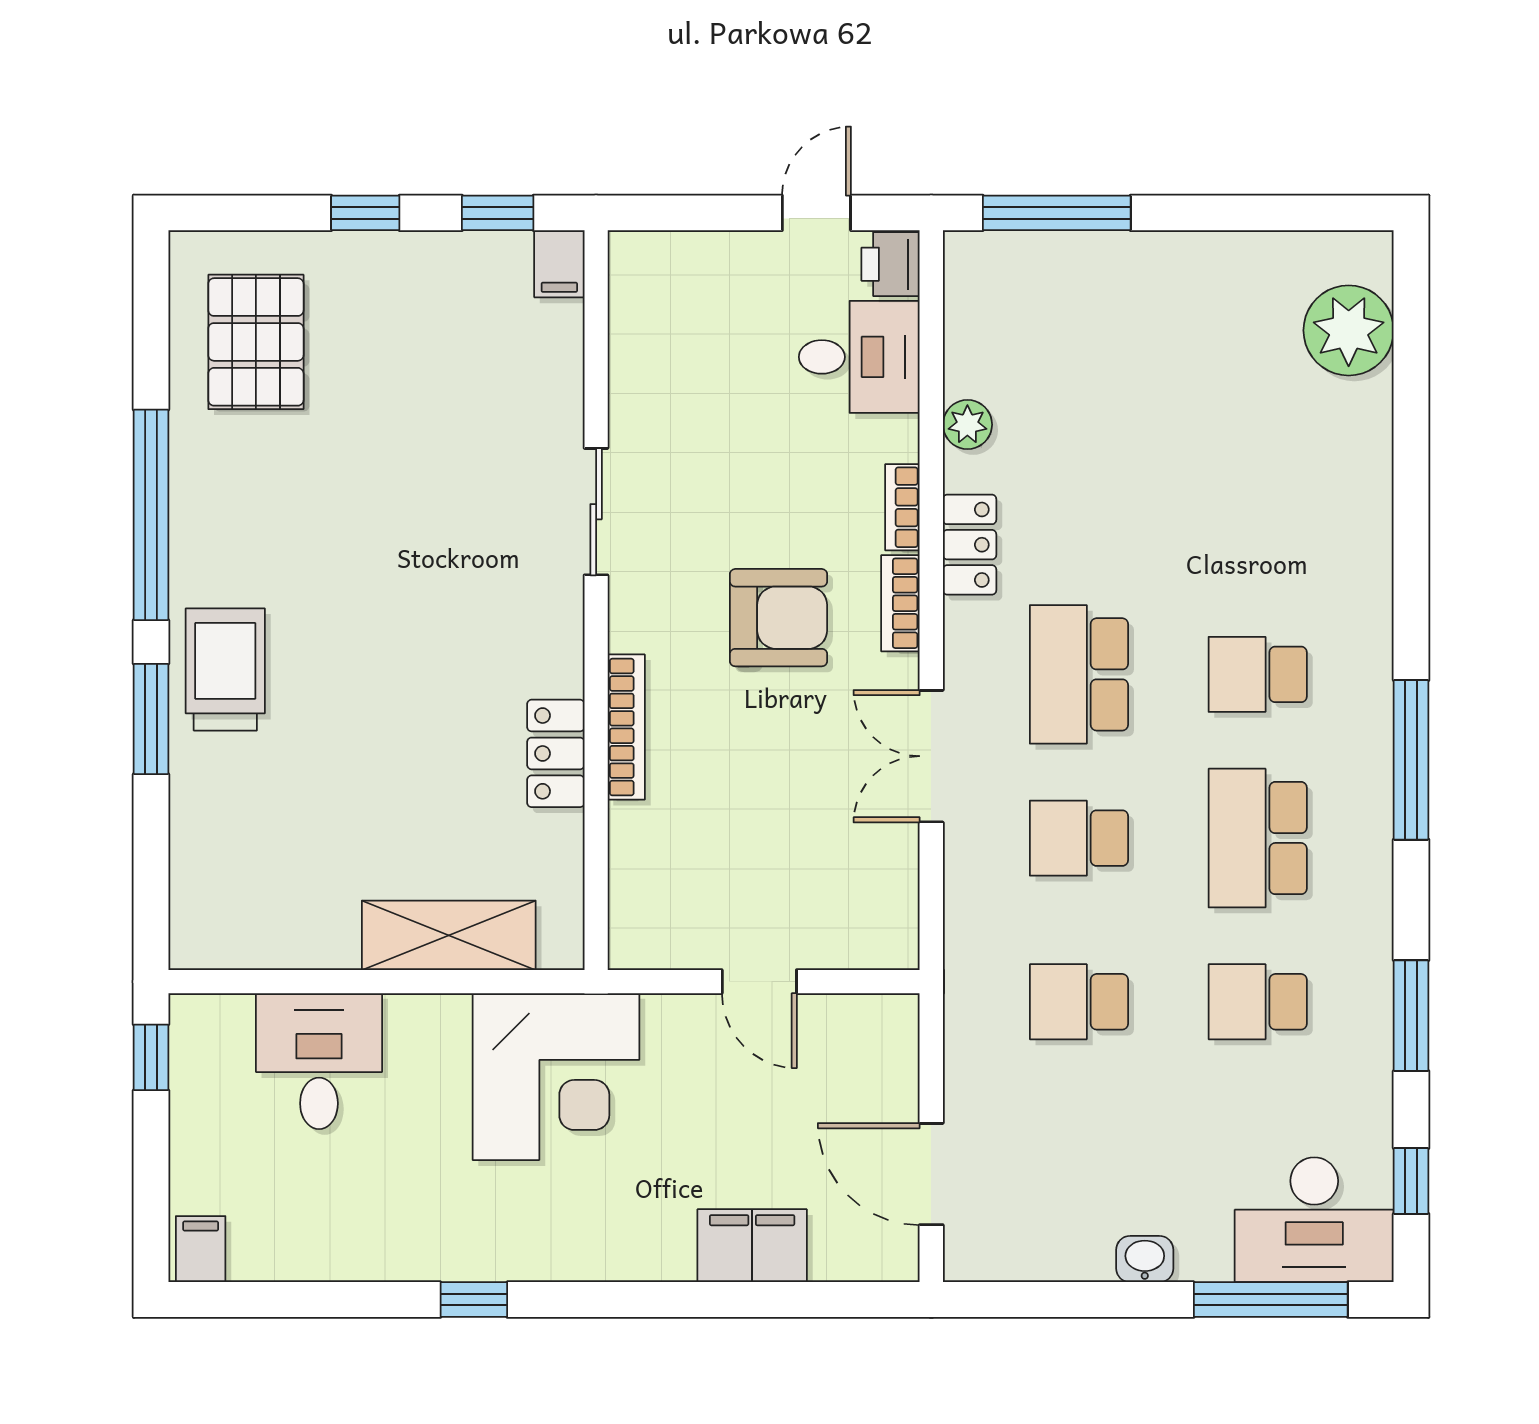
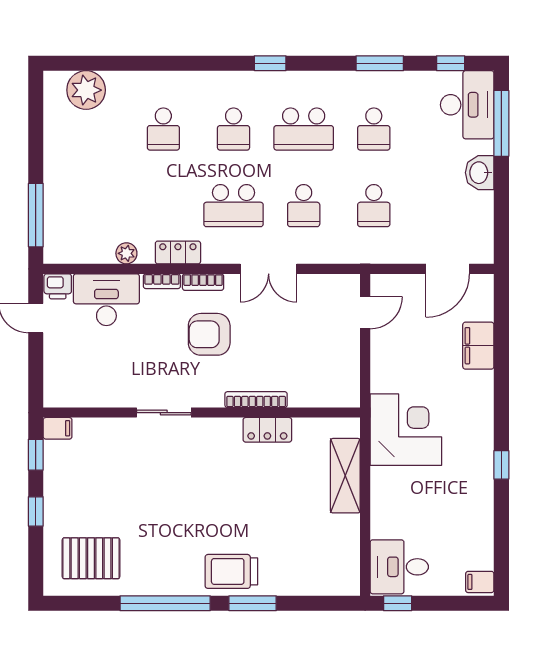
desk: (859, 357) -> (106, 300), width x1.37
school desk: (1258, 511) -> (163, 129), added
armchair: (778, 618) -> (209, 334), turned -90
window: (1411, 760) -> (270, 63), width x0.46
door: (759, 982) -> (365, 313), moved
desk: (319, 1061) -> (399, 567), moved
washbasin: (1145, 1259) -> (480, 173), width x1.38, depth x1.45

